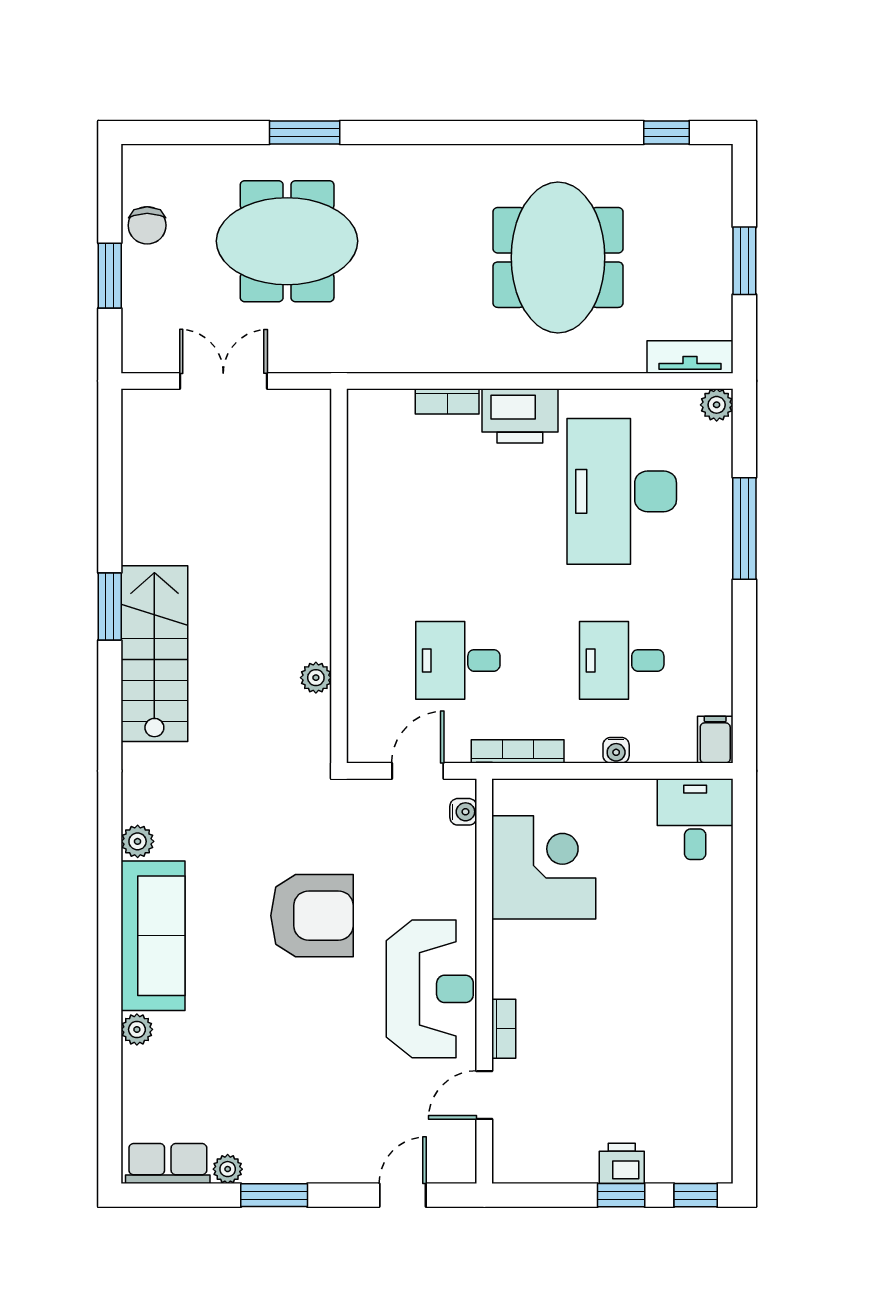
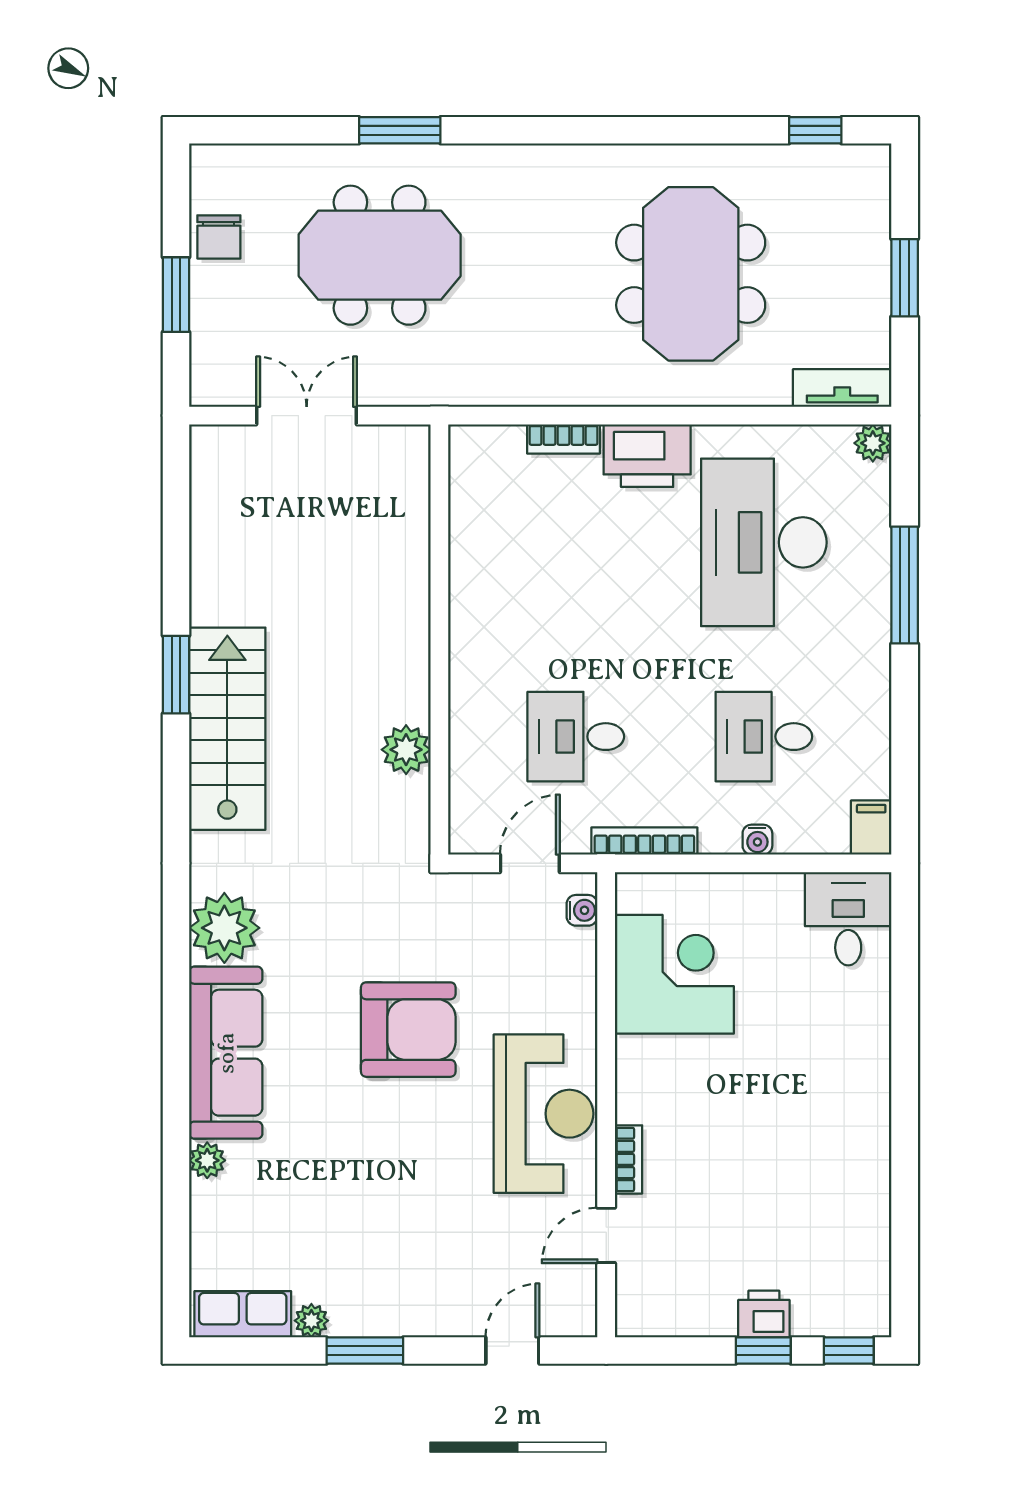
plant: (316, 678) -> (406, 750), width x1.38, depth x1.38
plant: (138, 841) -> (224, 928), width x1.87, depth x1.87

